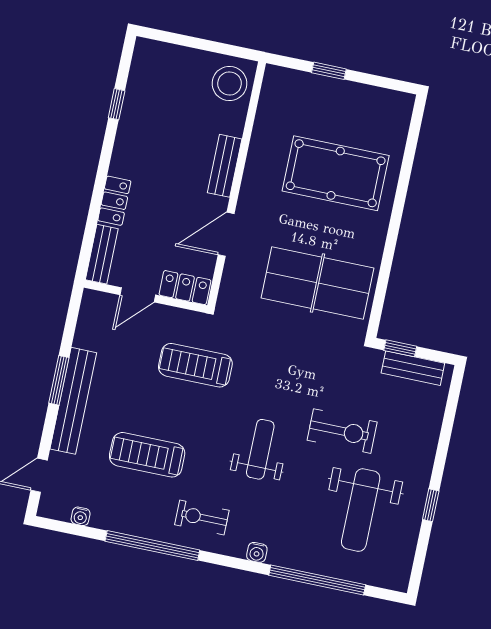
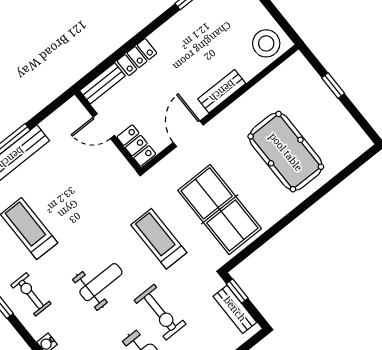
door: (226, 234) -> (188, 134), hinge flipped
treadmill: (195, 365) -> (159, 239), moved

